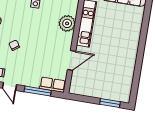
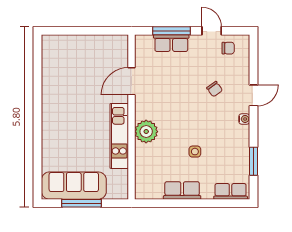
row of seats: (53, 85) -> (171, 43), moved
window: (110, 103) -> (68, 31), removed

